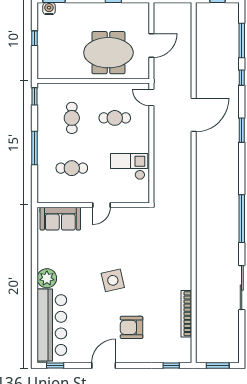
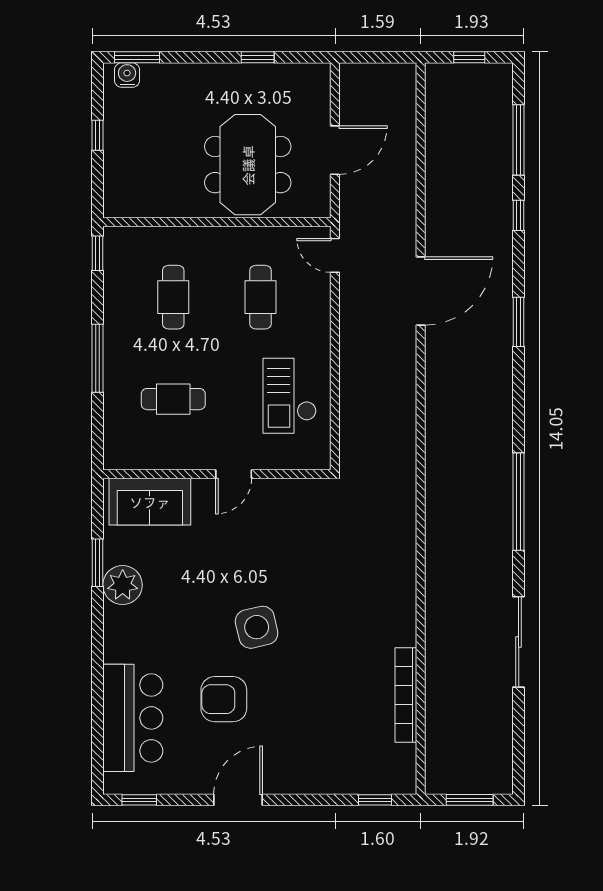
meeting table: (108, 53) -> (248, 165), turned 90
cafe table: (115, 118) -> (261, 297), turned 90
checkout: (129, 166) -> (290, 396), turned -90
window: (35, 249) -> (98, 563), added
plant: (47, 278) -> (123, 585), moved
bar counter: (52, 325) -> (133, 718), width x0.73
armchair: (132, 327) -> (224, 699), moved

